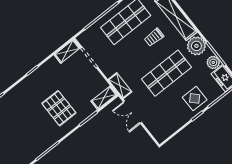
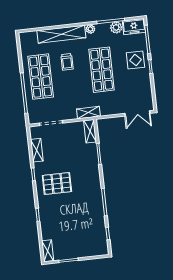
plant: (196, 46) -> (90, 29), width x0.53, depth x0.53
shelving: (67, 51) -> (37, 150), moved
pallet: (59, 108) -> (57, 184), moved
double door: (132, 112) -> (137, 113), moved

